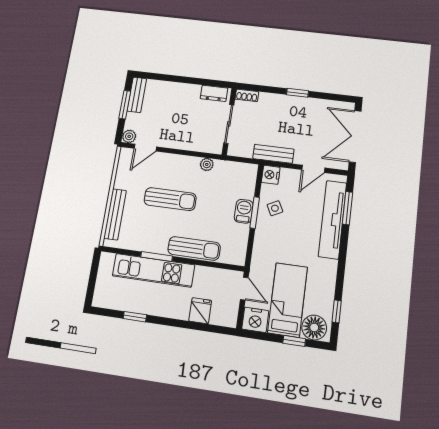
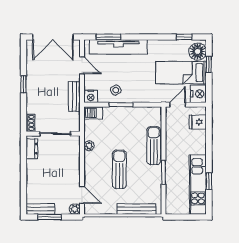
barbecue: (244, 211) -> (94, 113), moved
kitchen unit: (154, 270) -> (198, 185), moved, turned 180
fridge: (200, 311) -> (198, 122), moved

